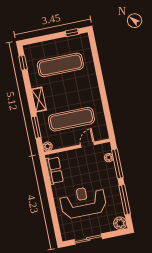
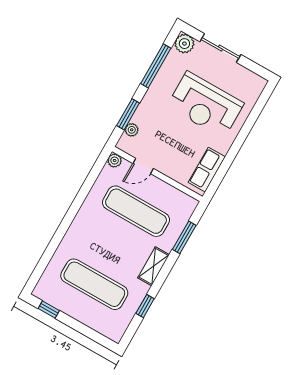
window: (23, 63) -> (145, 306), moved
plant: (48, 146) -> (115, 161), moved
window: (117, 164) -> (128, 114), width x0.69
sliding door: (88, 239) -> (220, 48), moved

